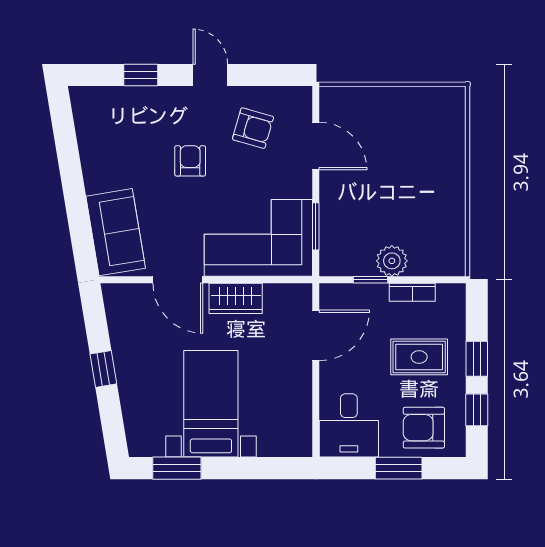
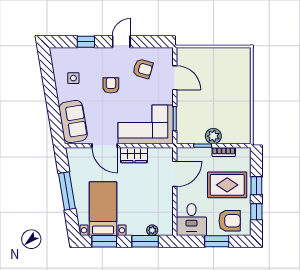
door: (210, 75) -> (121, 42), hinge flipped
side table: (116, 147) -> (73, 78), added
rug: (419, 357) -> (227, 185), width x1.36, depth x1.43
window: (103, 369) -> (67, 191), width x2.17
bed with nightstands: (211, 404) -> (103, 209), moved
armchair: (424, 428) -> (230, 221), turned 180
plant: (271, 446) -> (152, 230), added
window: (257, 468) -> (145, 241), added

